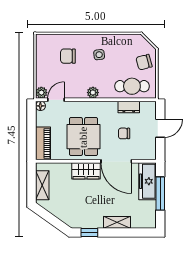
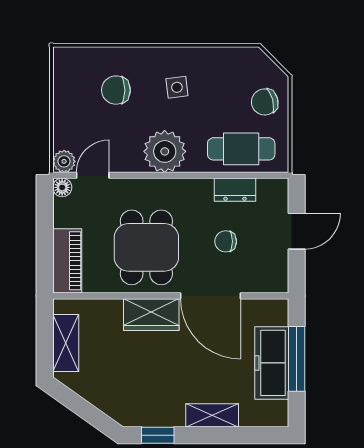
plant: (93, 93) -> (165, 151), width x1.88, depth x1.88
freezer: (148, 181) -> (272, 363), moved

